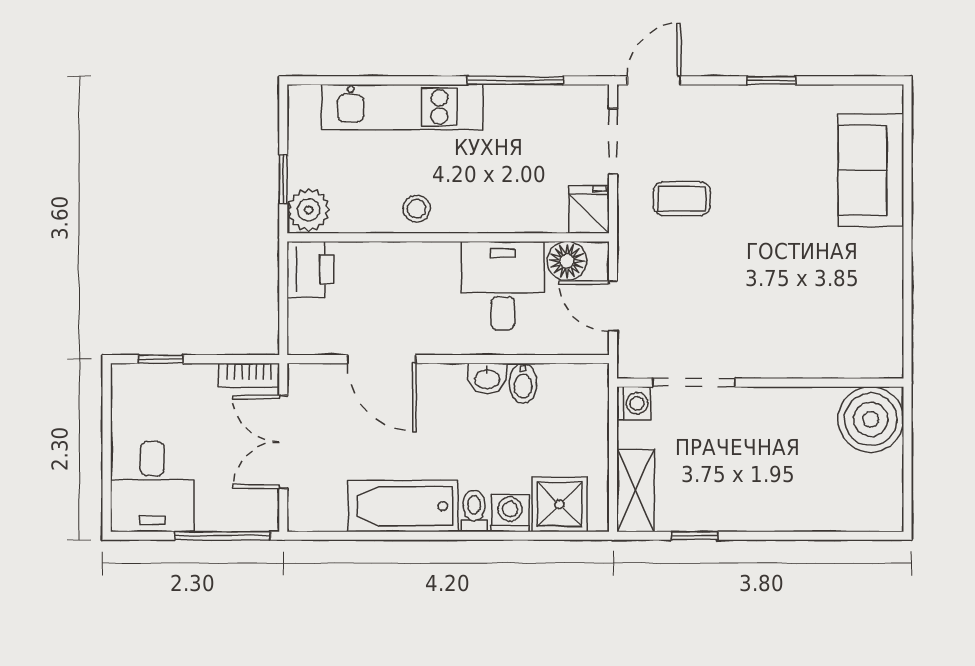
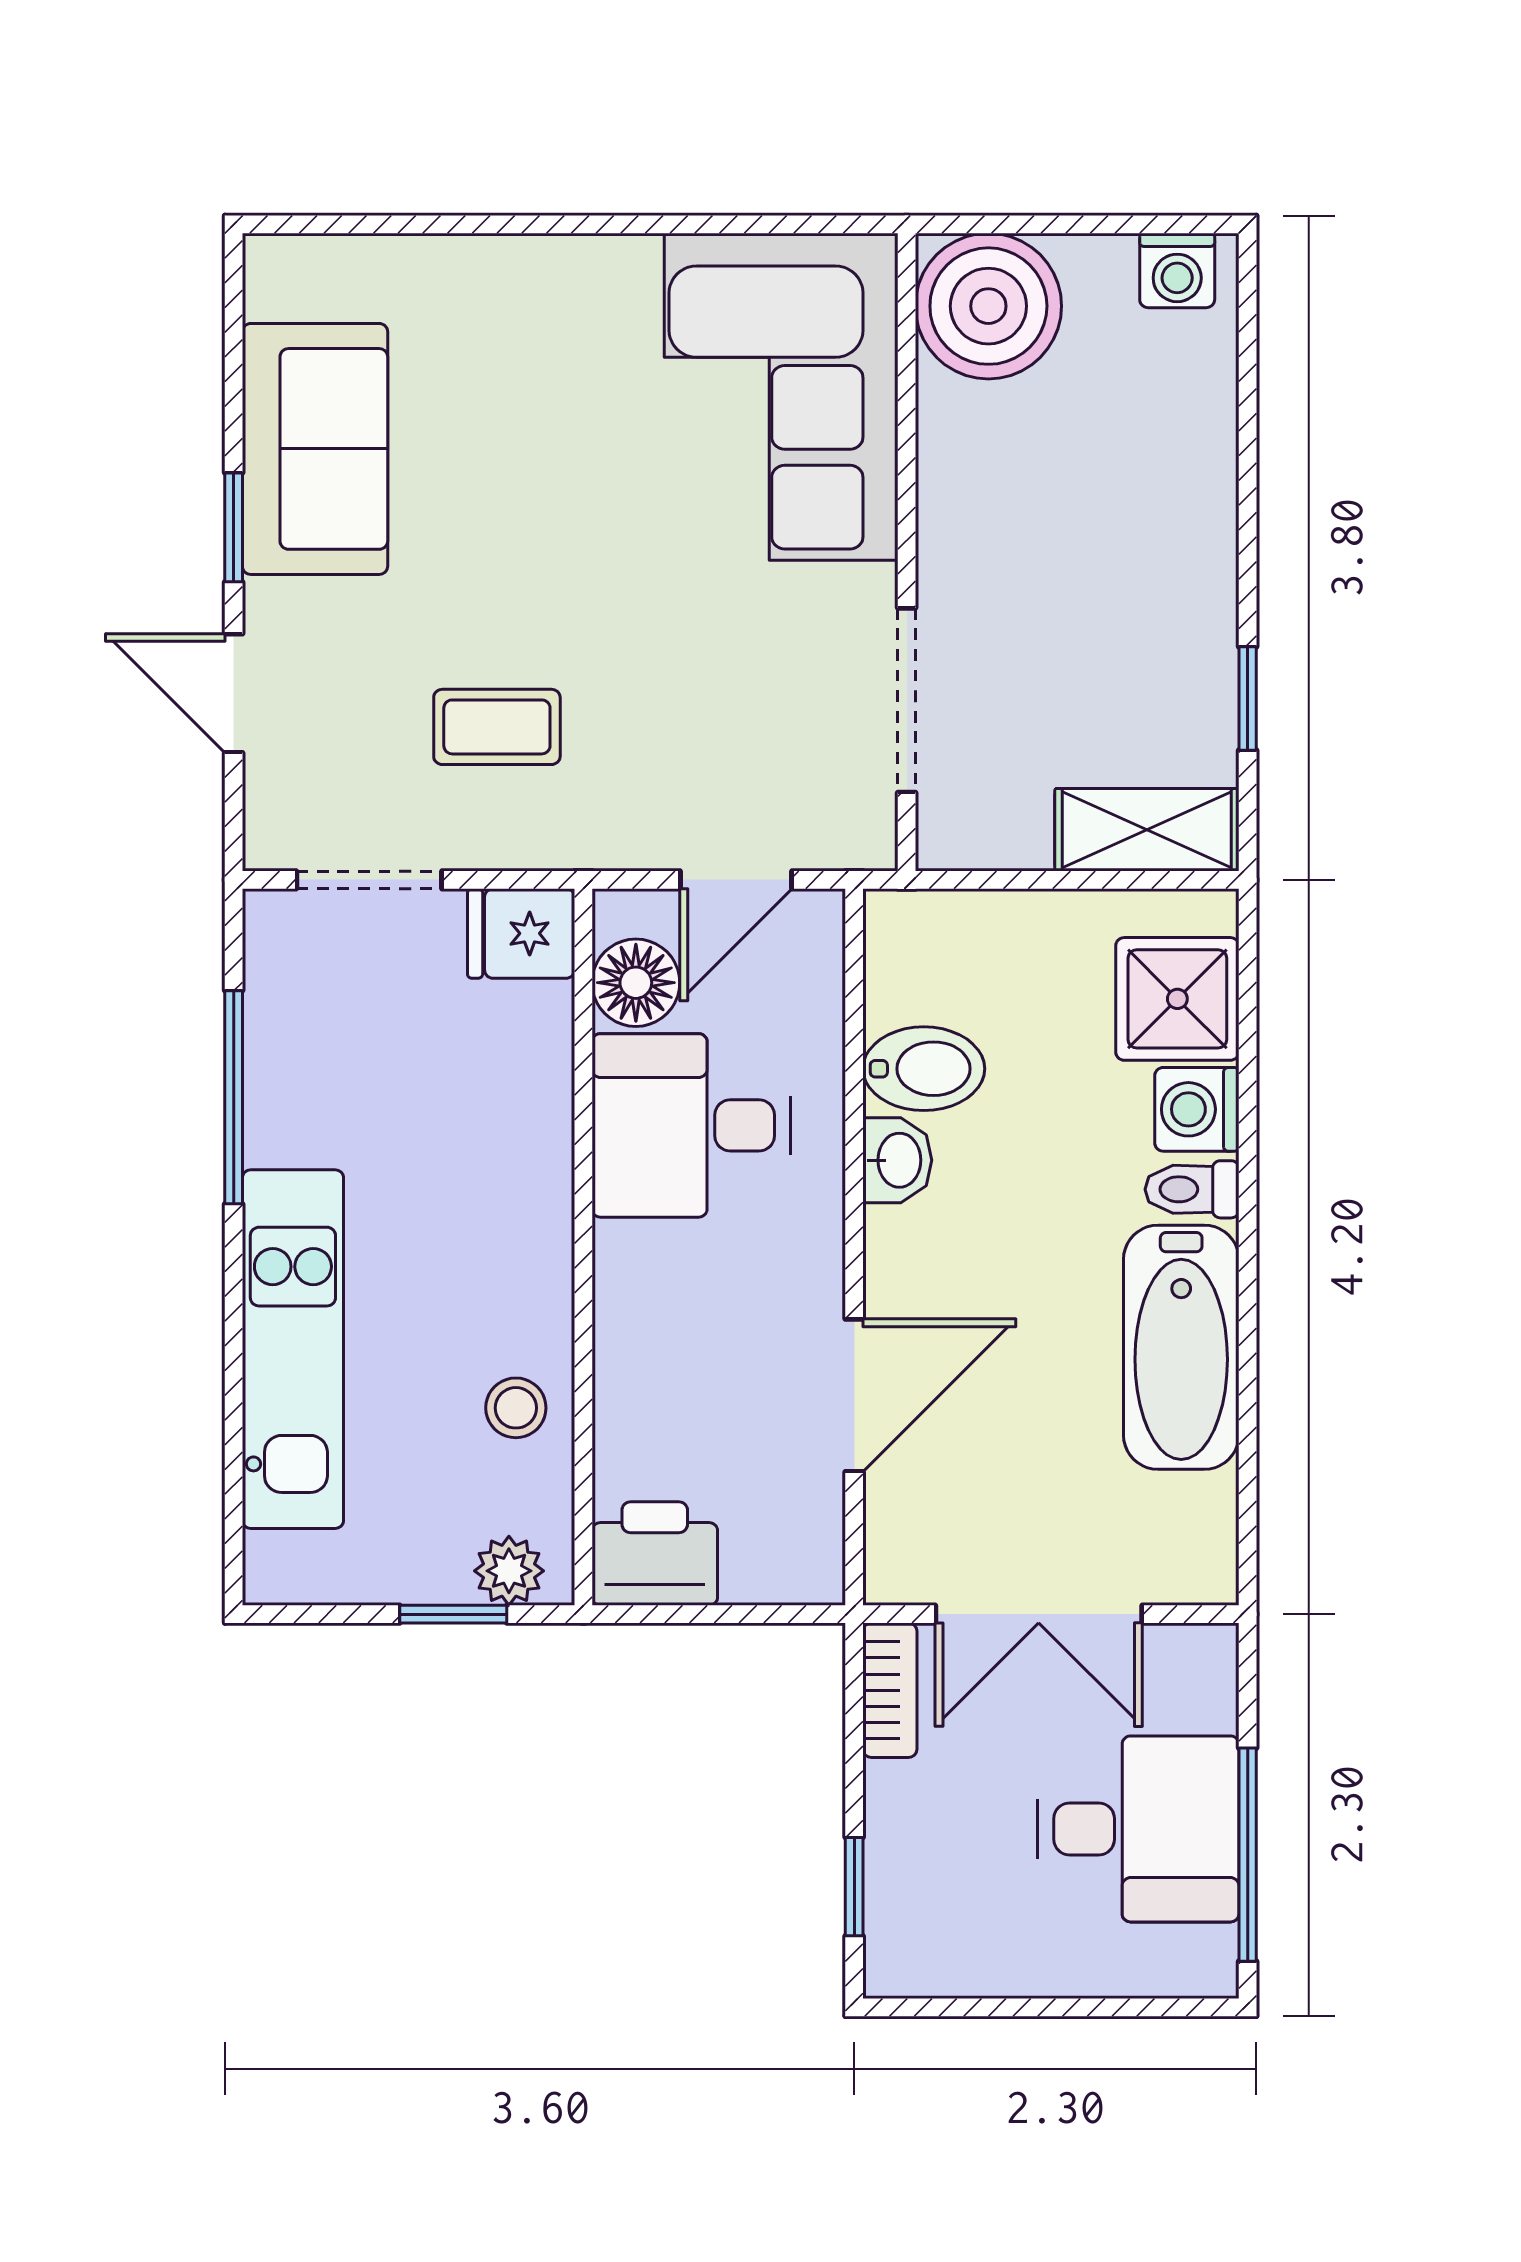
door: (654, 80) -> (234, 693), moved
sofa: (871, 170) -> (315, 449), moved, turned -90
coffee table: (682, 199) -> (497, 727), turned 90
stool: (417, 209) -> (516, 1408), moved
plant: (309, 210) -> (509, 1571), width x0.73, depth x0.73
corner sofa: (830, 326) -> (781, 397), added
bidet: (523, 383) -> (924, 1069), width x1.38, depth x1.36
washing machine: (634, 403) -> (1177, 270), moved, turned 180
desk: (152, 487) -> (1138, 1829), moved
window: (222, 536) -> (1248, 1855), moved

